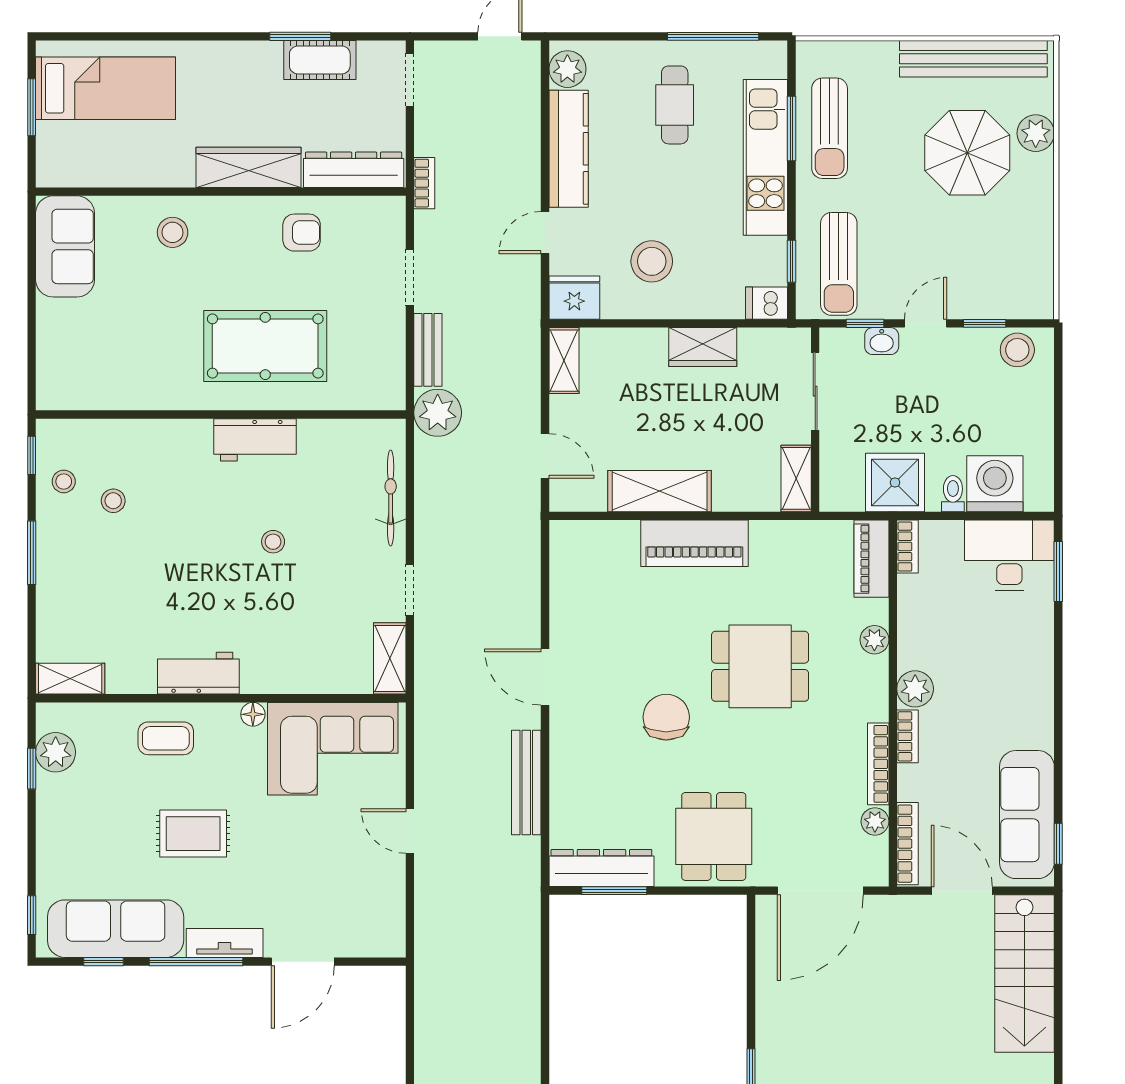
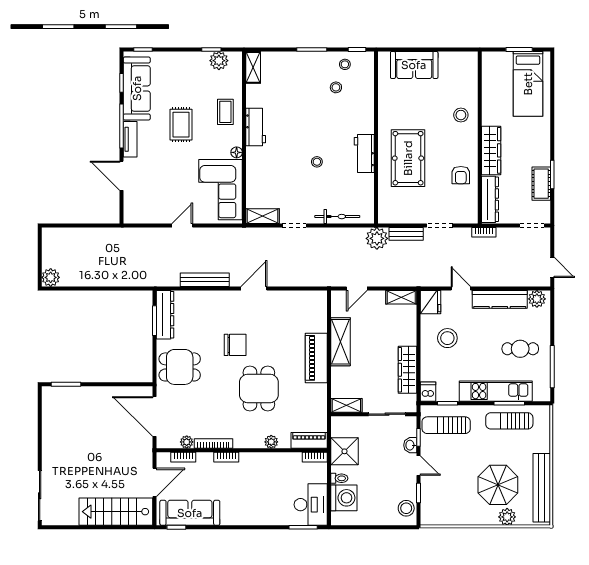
sofa: (65, 246) -> (414, 65), moved
wardrobe: (703, 347) -> (408, 370), width x1.50
plant: (915, 689) -> (248, 461), removed
bookcase: (907, 844) -> (183, 457), width x0.64

